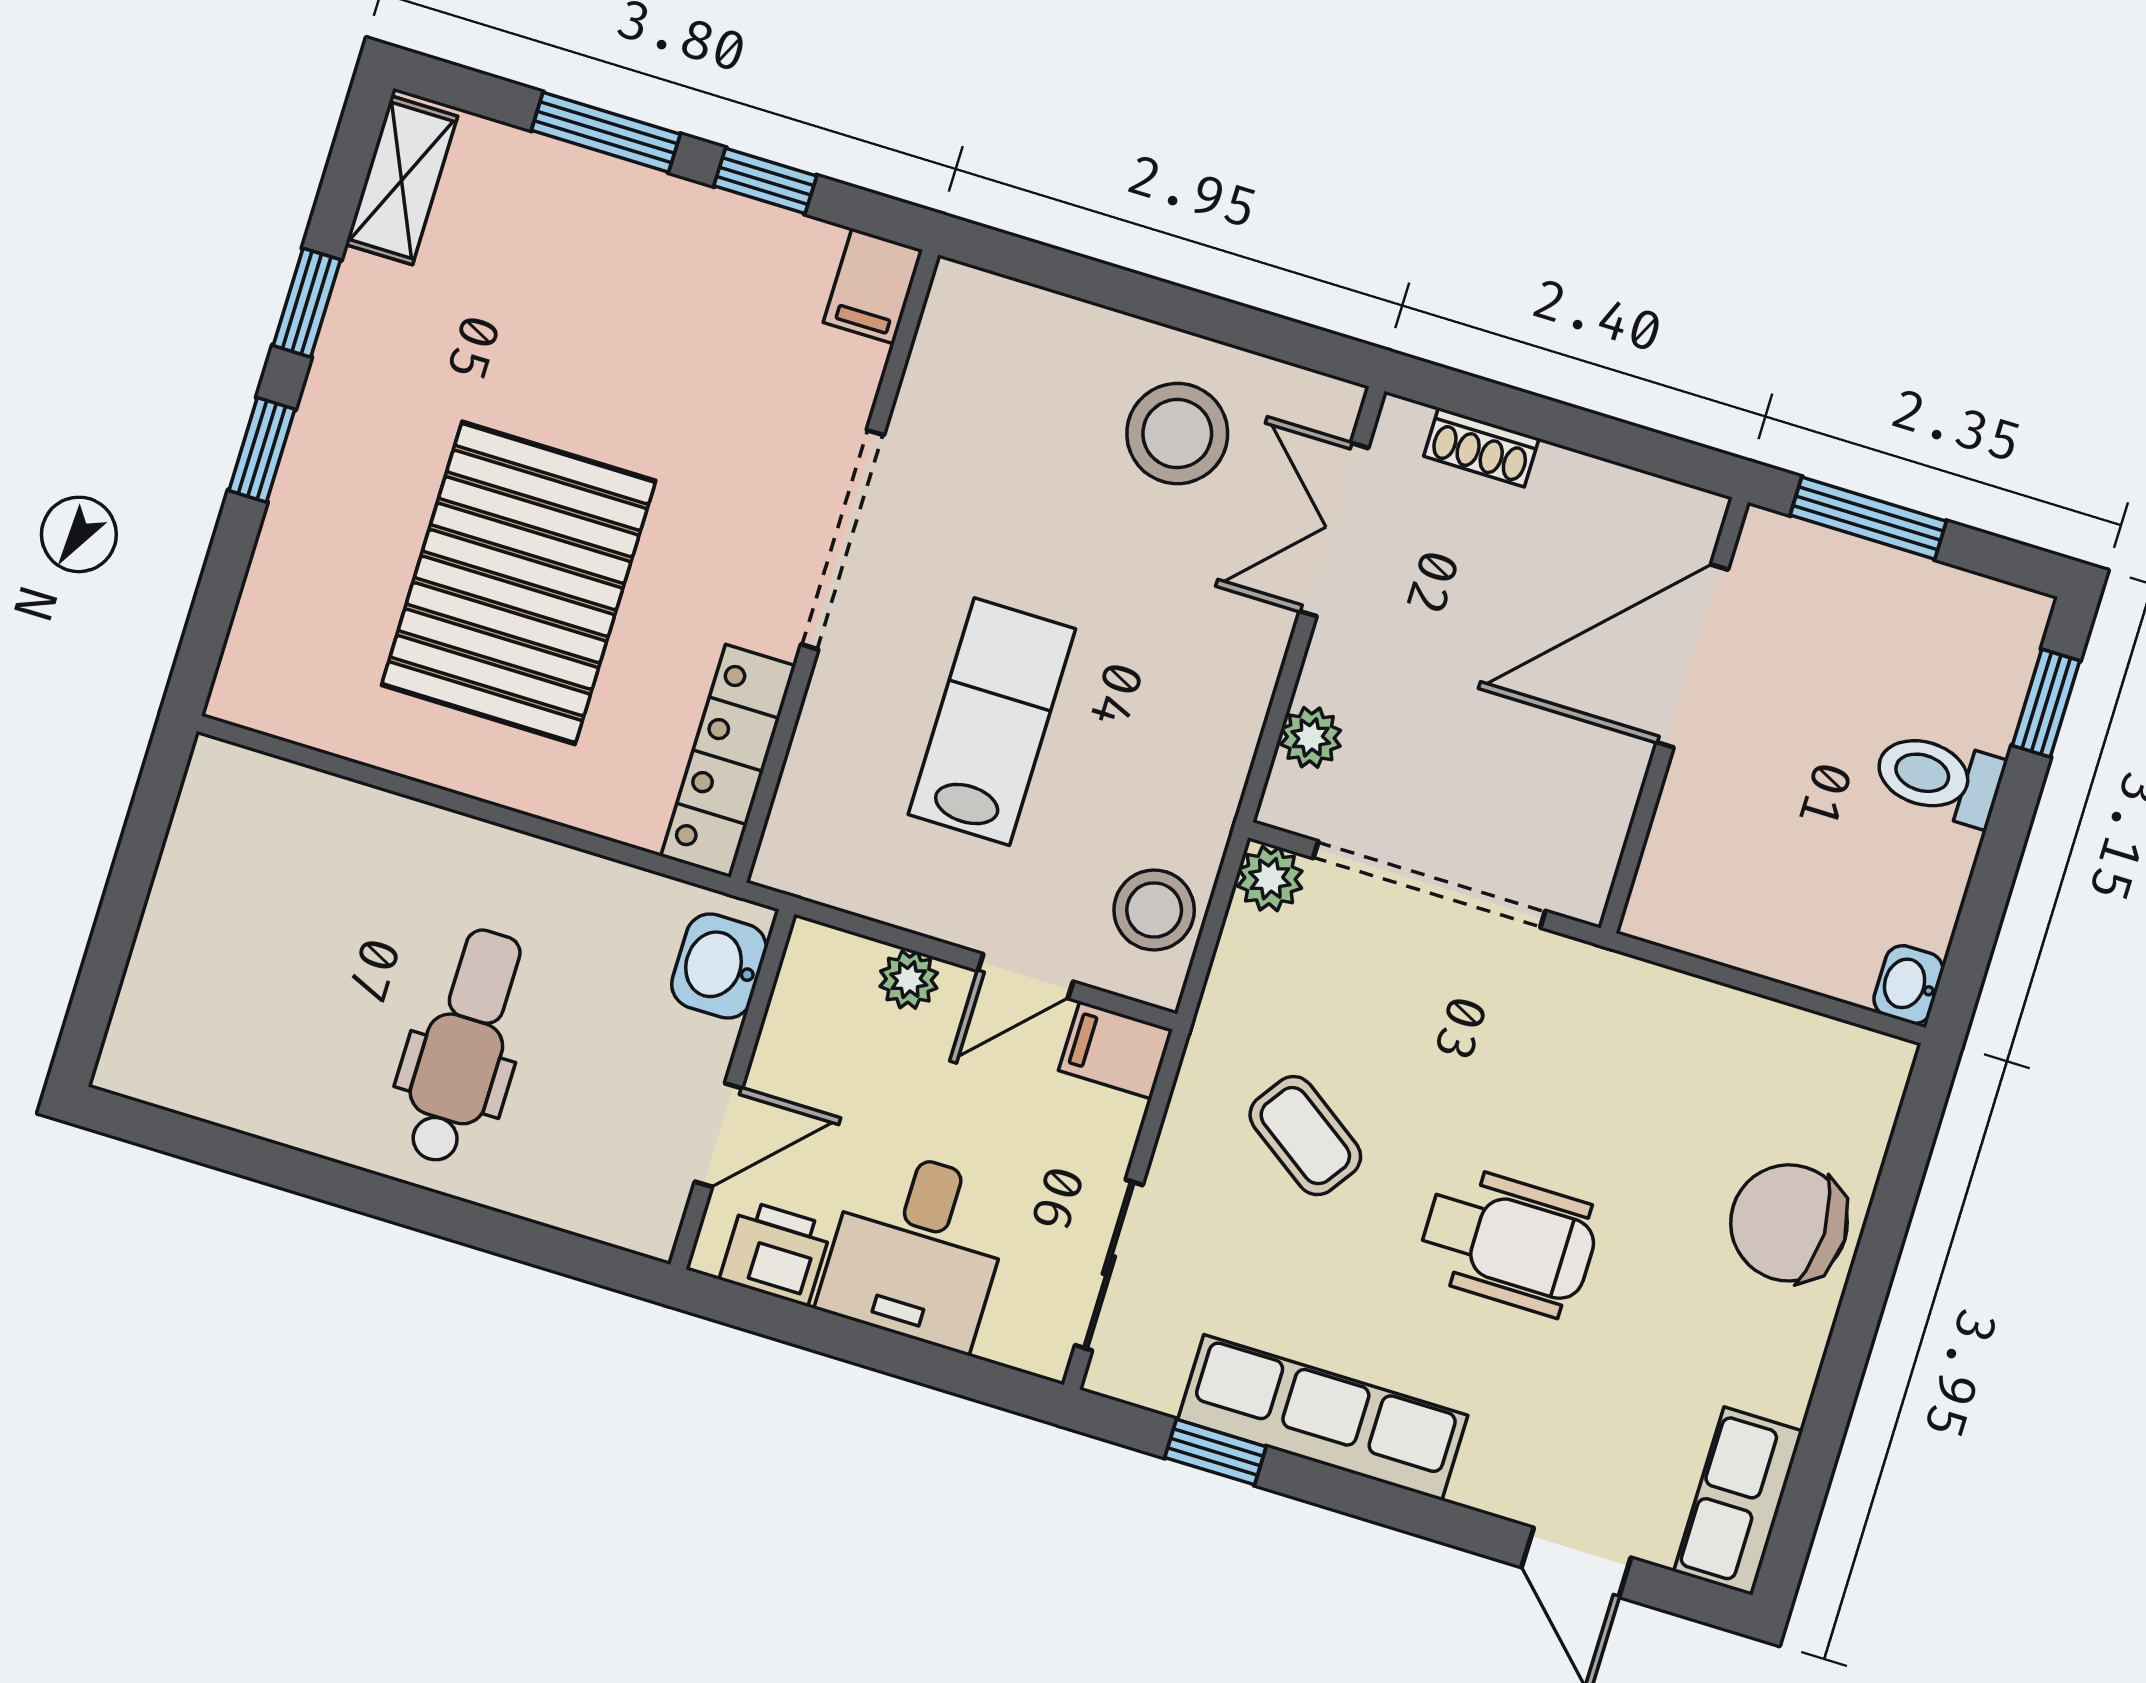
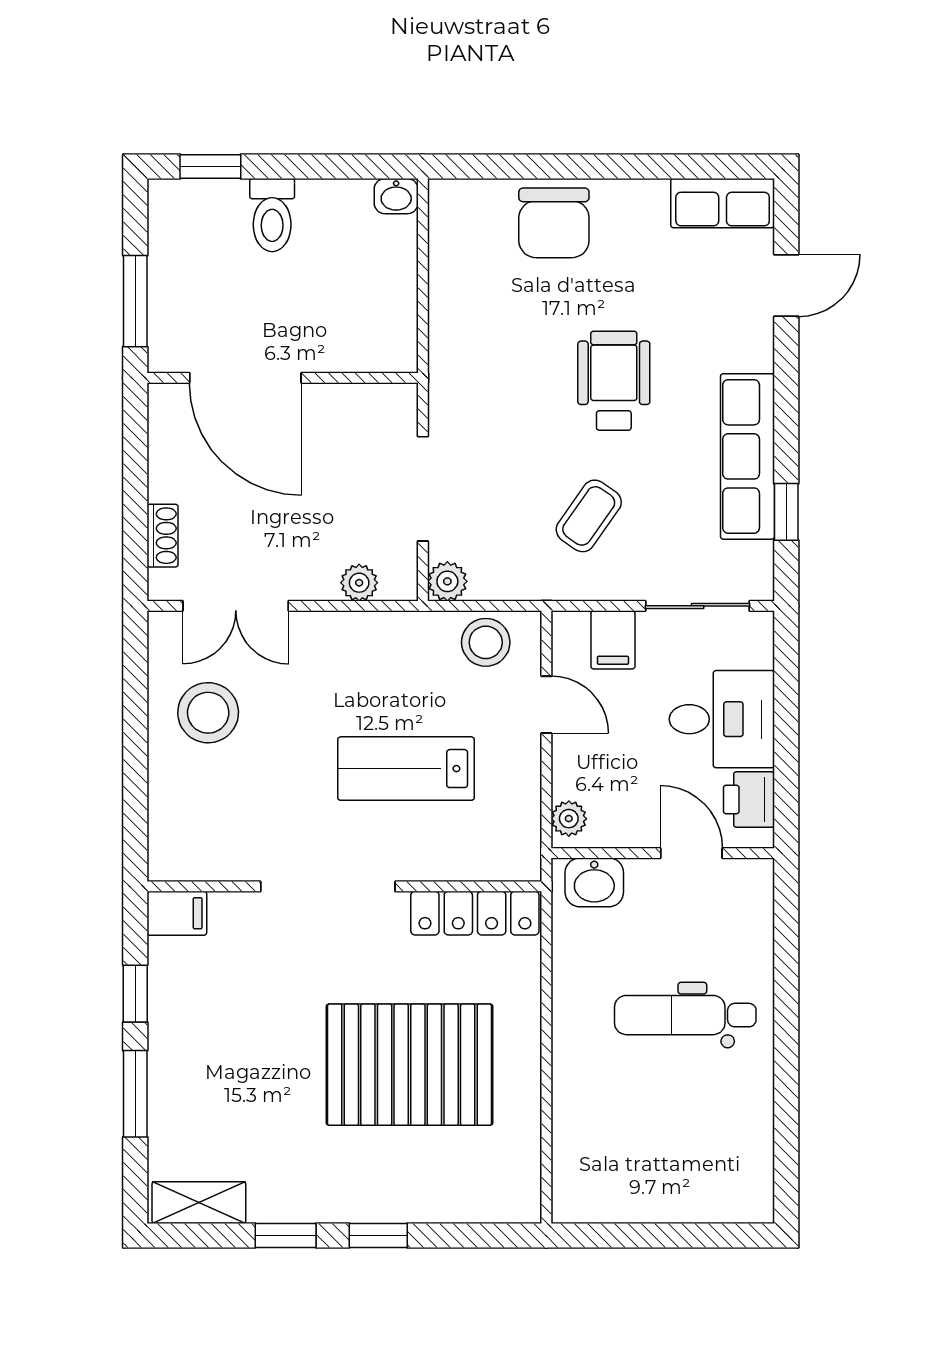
doorway: (1429, 885) -> (423, 489), width x0.73
plant: (909, 980) -> (569, 819), moved
filing cabinet: (1116, 1050) -> (613, 640), moved

